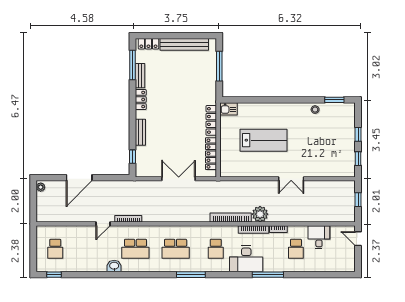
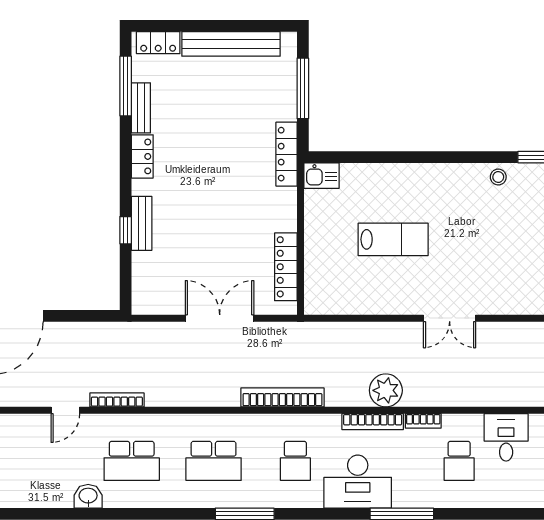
locker: (211, 120) -> (286, 154), moved
lab bench: (264, 140) -> (393, 239), width x0.73, depth x0.72
window: (132, 157) -> (126, 230), moved
bookcase: (231, 218) -> (282, 397), moved

